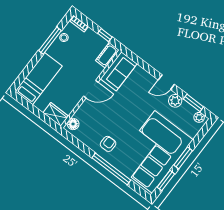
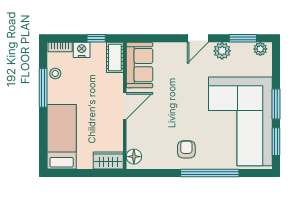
nightstand: (91, 35) -> (82, 50), added

